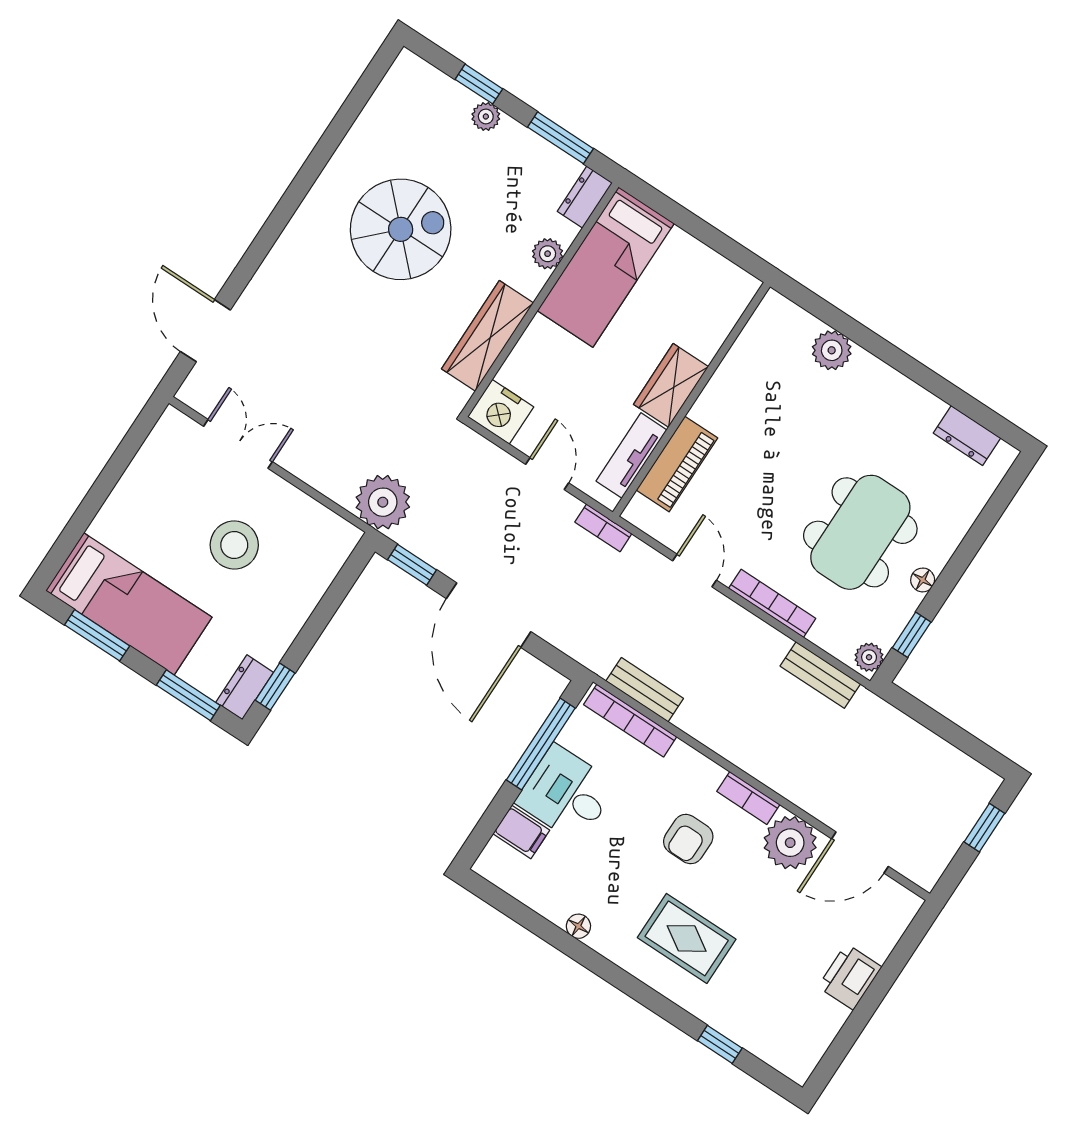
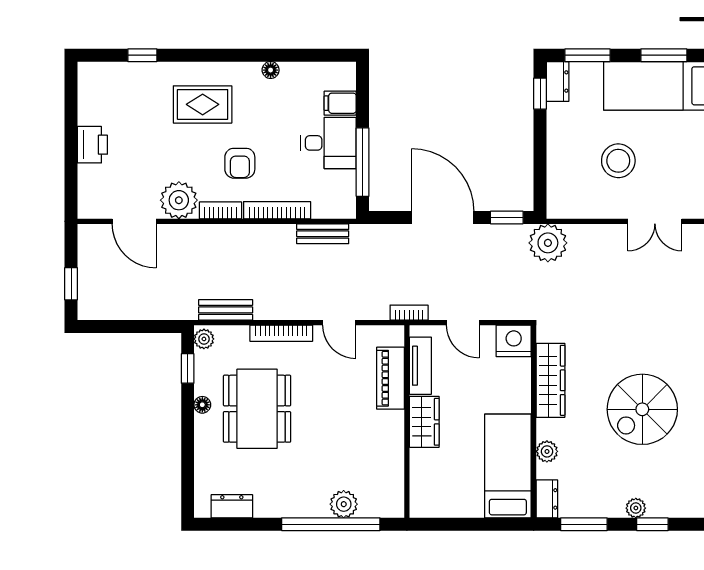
window: (863, 336) -> (331, 524), added
bookcase: (630, 721) -> (277, 210), moved
armchair: (688, 839) -> (240, 163), turned 180
door: (860, 853) -> (134, 221), swing flipped

